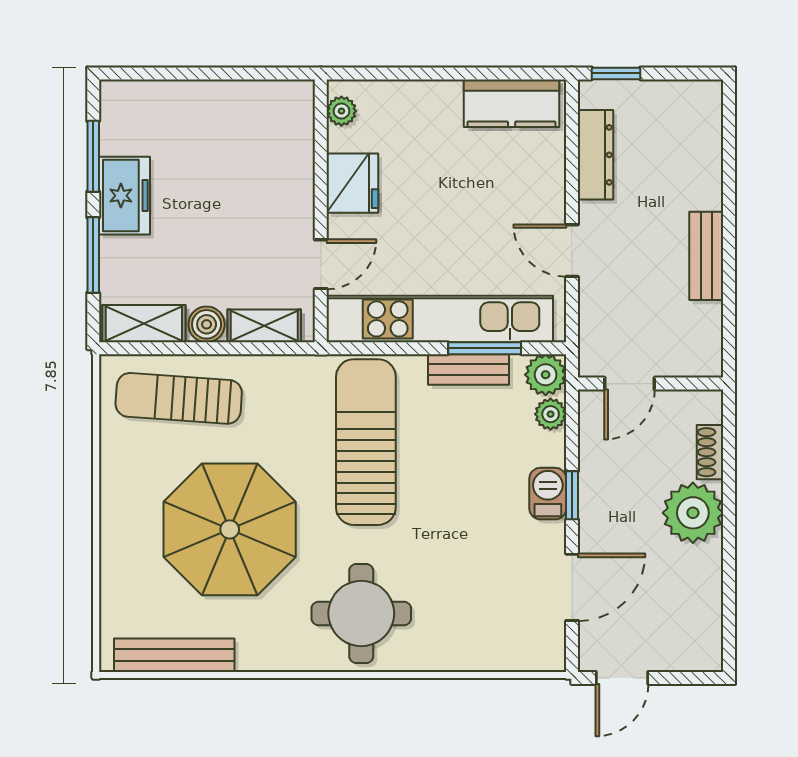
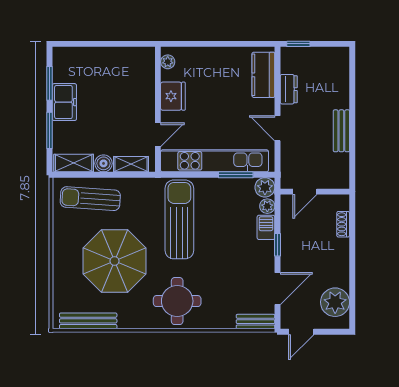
kitchen counter: (512, 103) -> (263, 75), moved, turned 90
dresser: (596, 155) -> (289, 89), width x0.70
bench: (469, 370) -> (256, 322), moved
barbecue: (548, 494) -> (266, 227), moved
plant: (693, 513) -> (335, 302), moved

